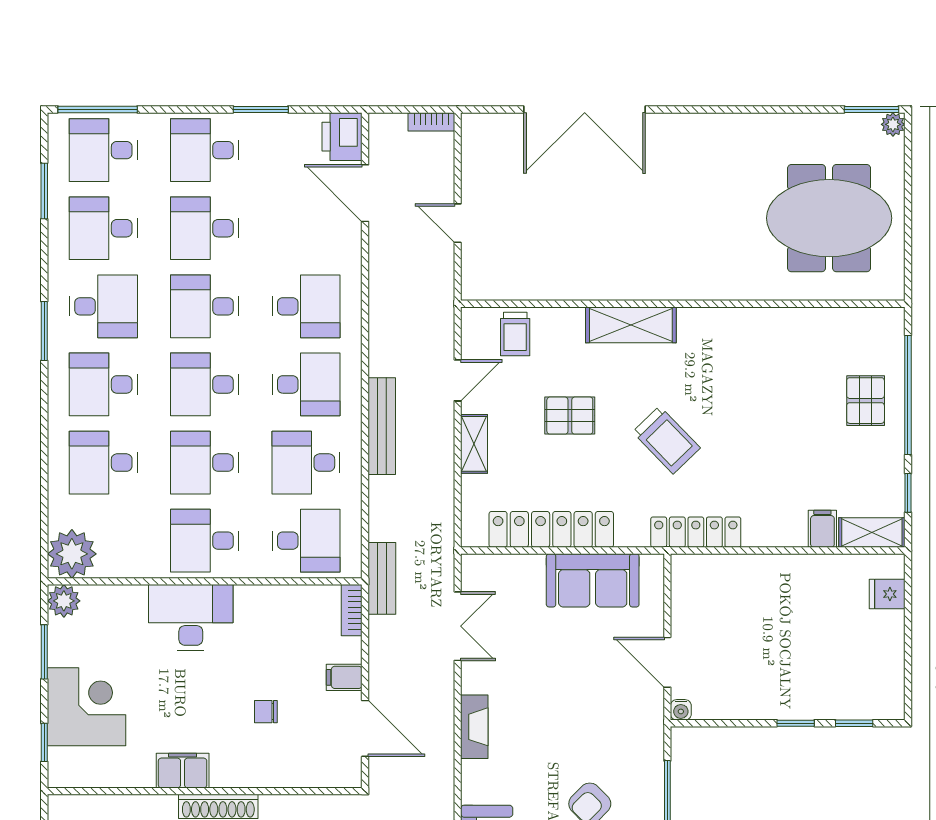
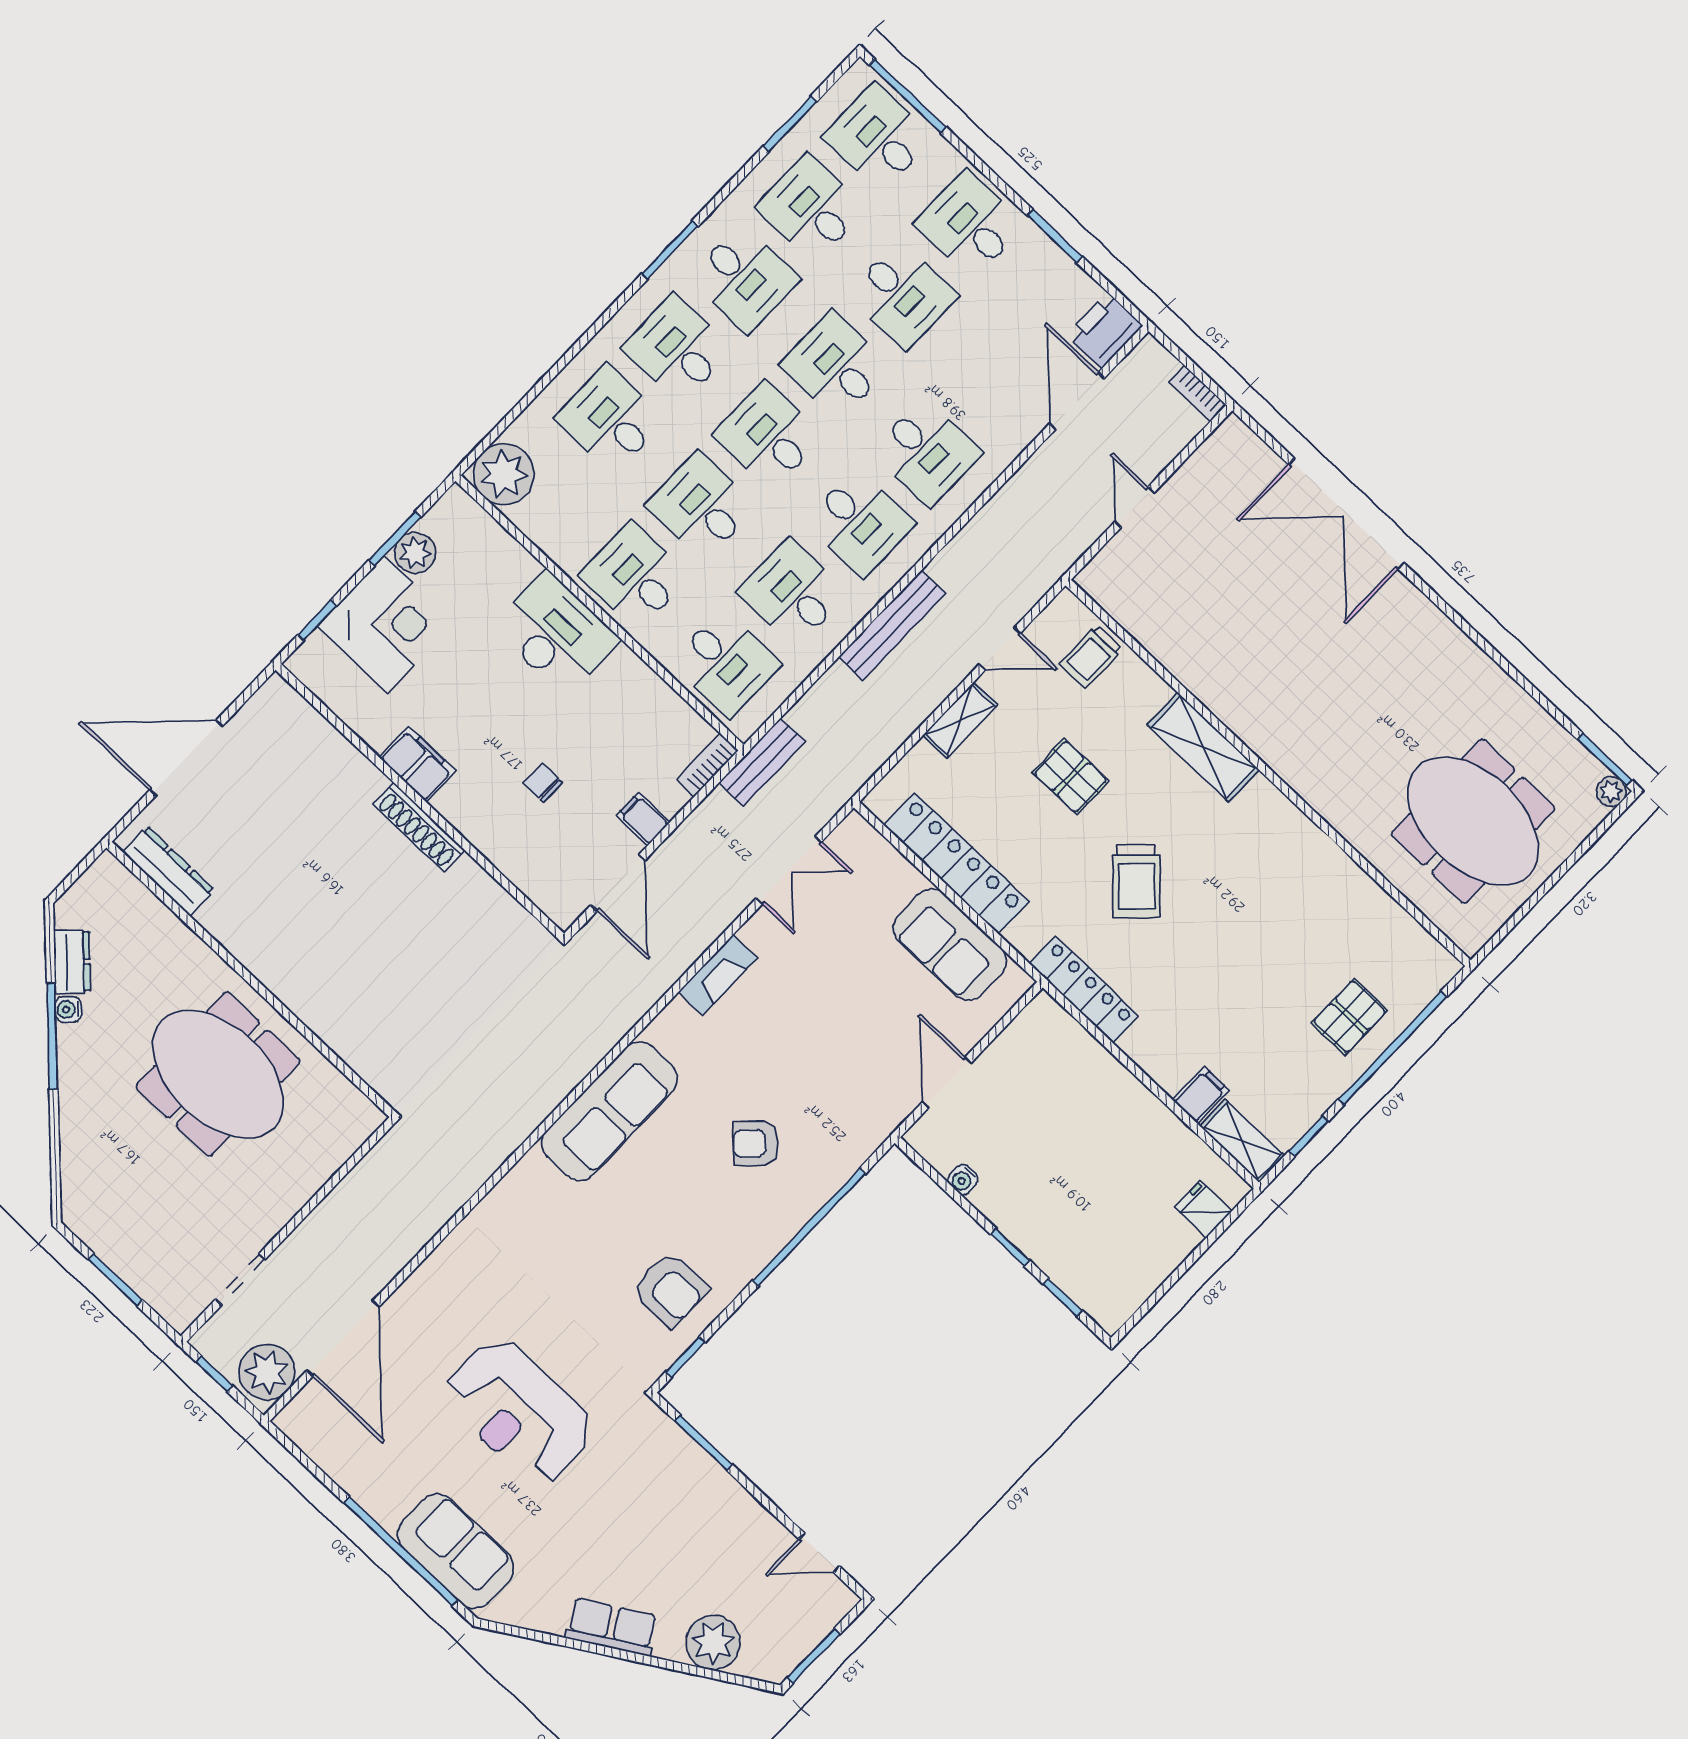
desk: (205, 228) -> (902, 295), turned 180
plant: (64, 601) -> (415, 553), moved
water cooler: (681, 710) -> (963, 1179), moved

